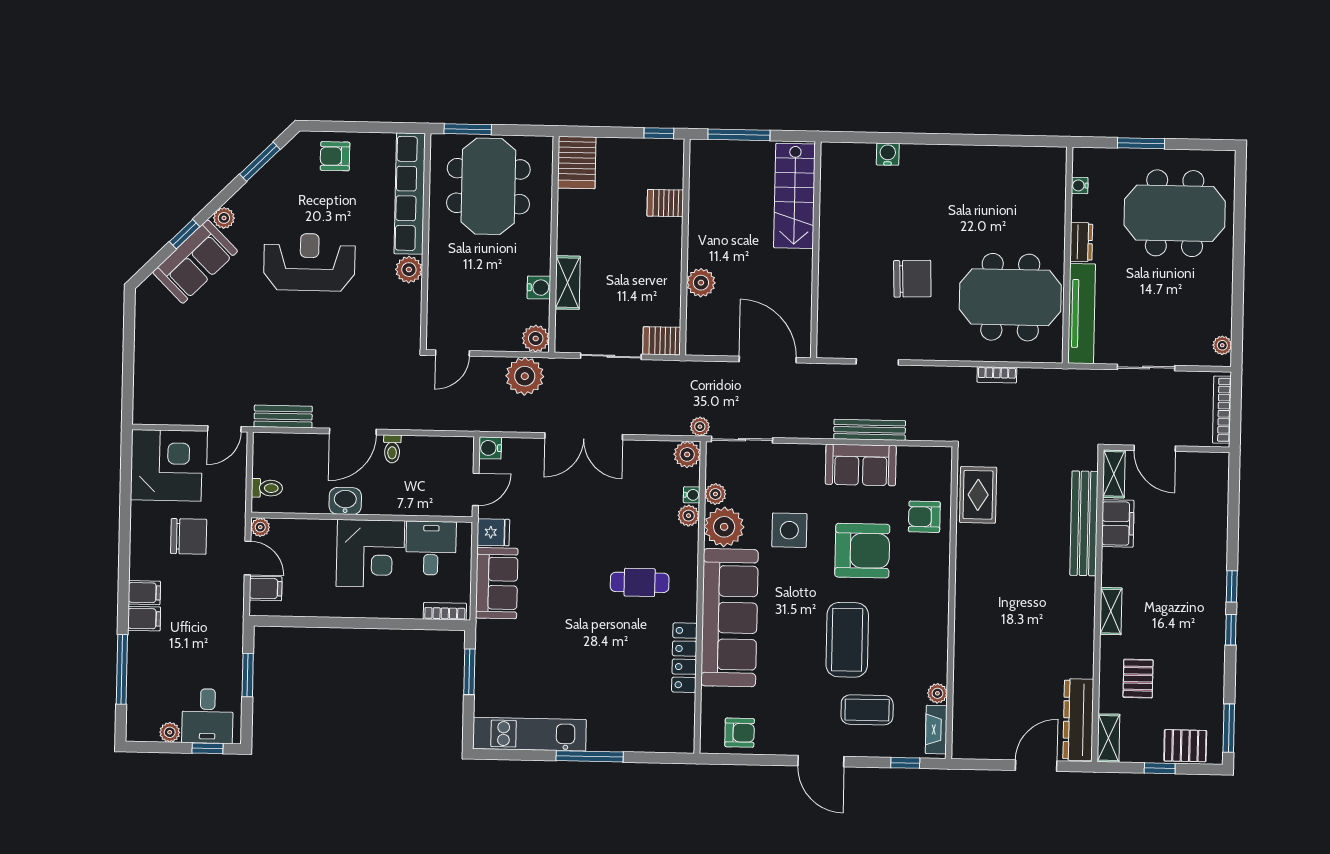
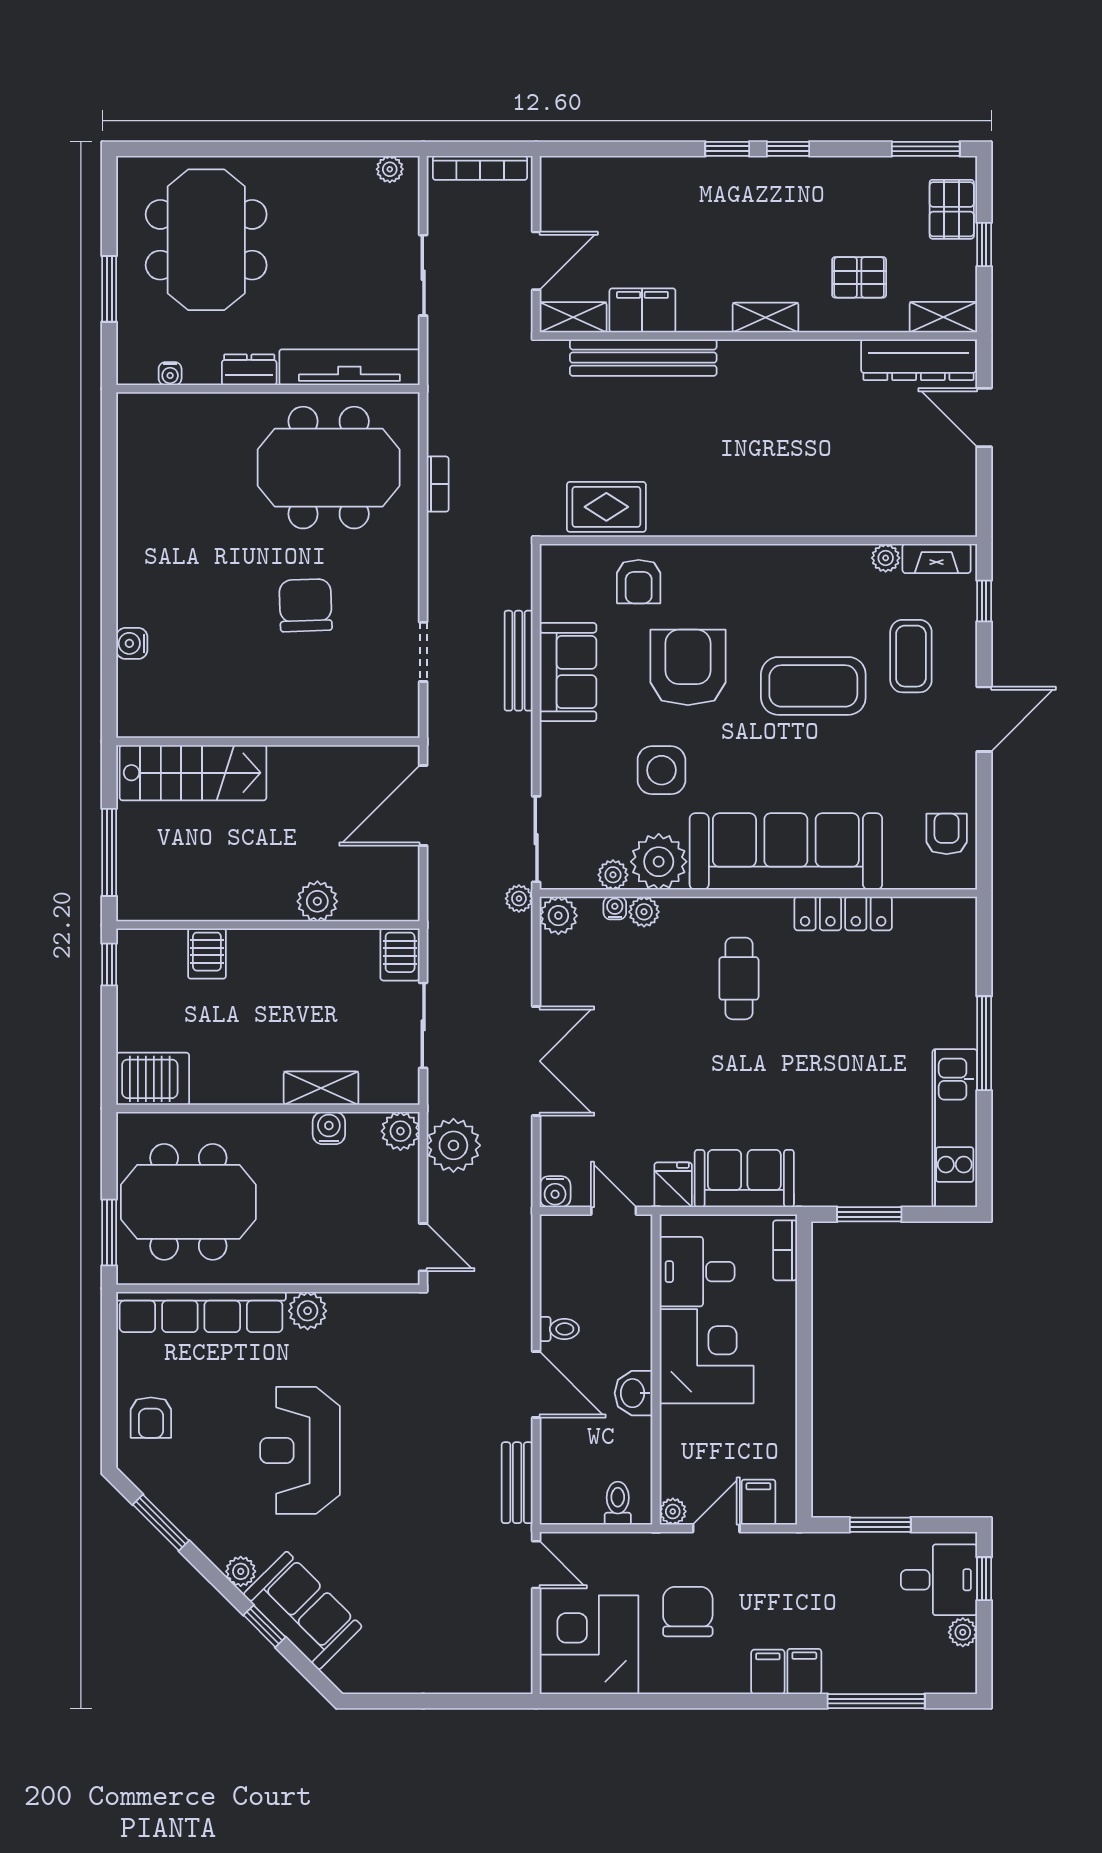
meeting table: (1010, 297) -> (329, 468), turned 90

